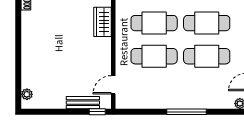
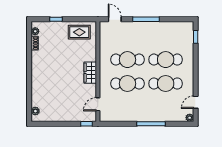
wardrobe: (103, 22) -> (90, 73), moved
bench: (83, 103) -> (76, 117), removed

